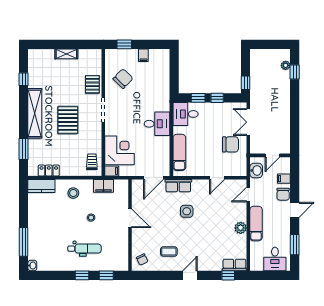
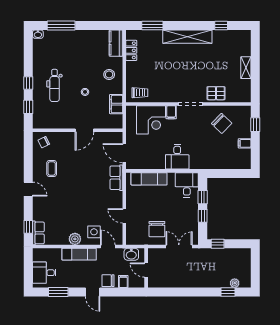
pallet: (68, 120) -> (181, 69), removed
filing cabinet: (112, 171) -> (171, 112), moved
side table: (187, 211) -> (94, 232), moved

